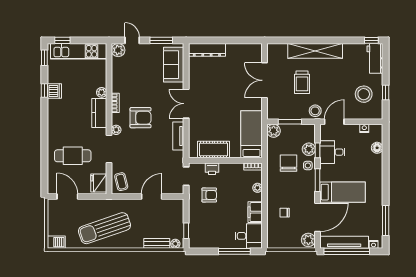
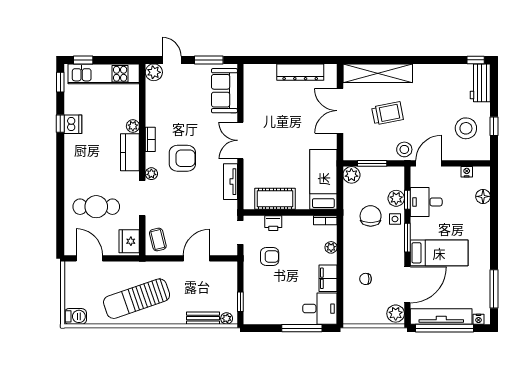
dresser: (207, 50) -> (300, 72), moved
shelving: (315, 51) -> (378, 73), moved
trolley: (302, 82) -> (388, 113), turned -101

